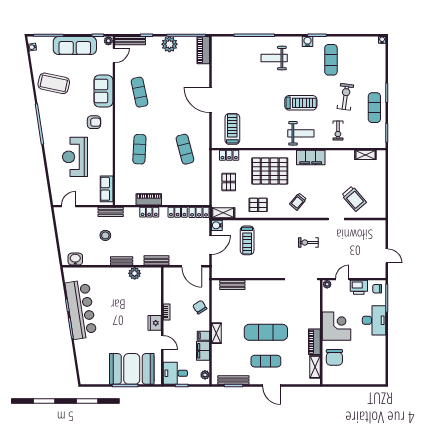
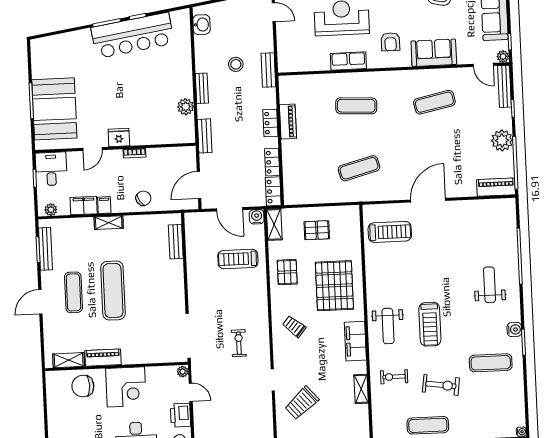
locker: (229, 155) -> (353, 229), removed
shelving: (365, 155) -> (361, 389), moved
row of seats: (107, 189) -> (348, 61), moved

